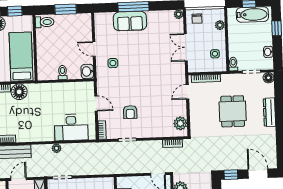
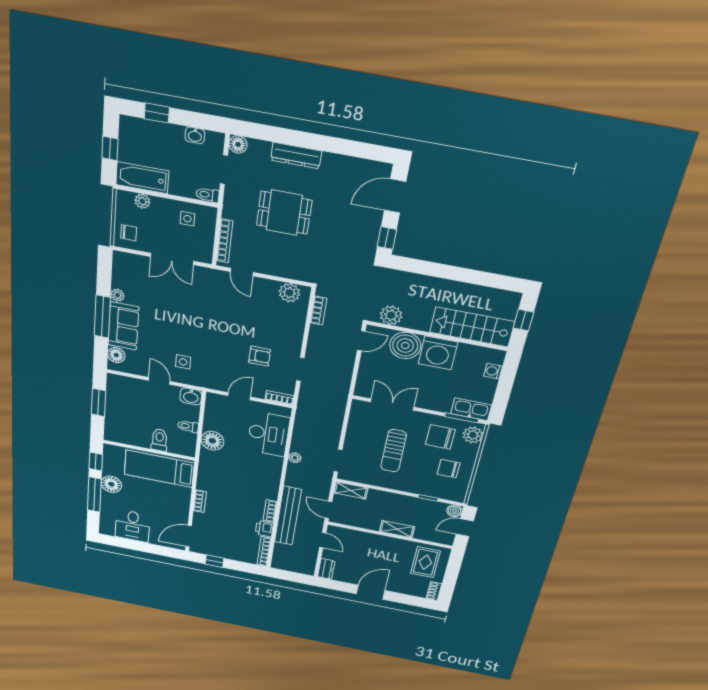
plant: (179, 14) -> (117, 295), moved
bathtub: (252, 15) -> (142, 178), moved, turned -90
floor lamp: (107, 18) -> (116, 355), added
toilet: (45, 22) -> (159, 440), moved
door: (94, 49) -> (159, 381), swing flipped
floor lamp: (19, 92) -> (212, 441), moved

